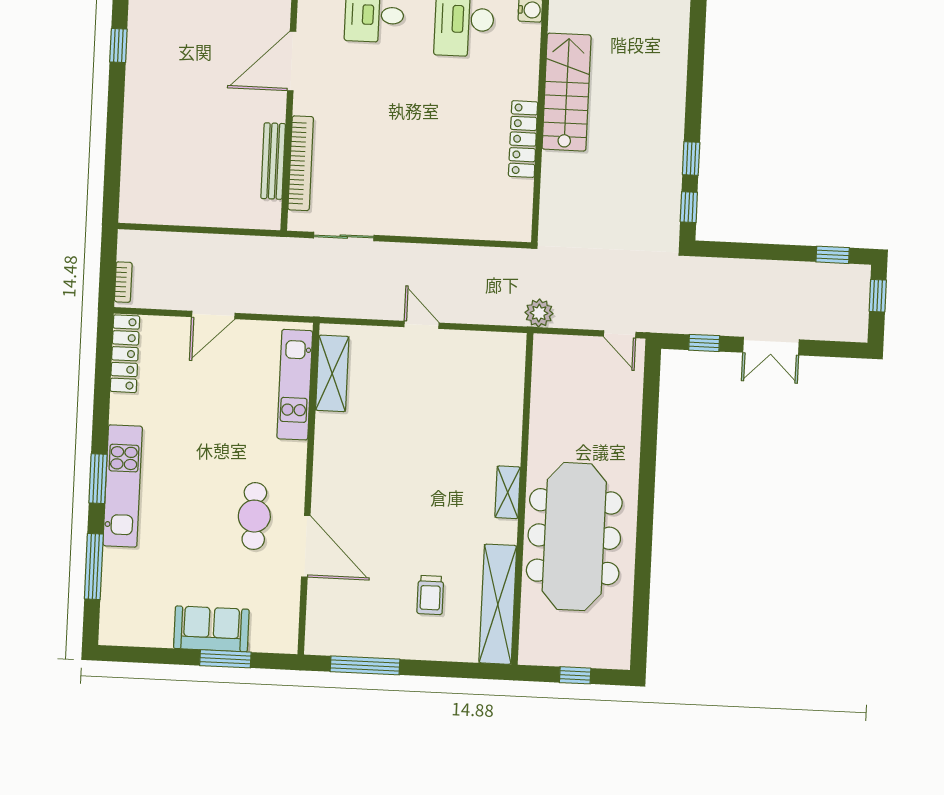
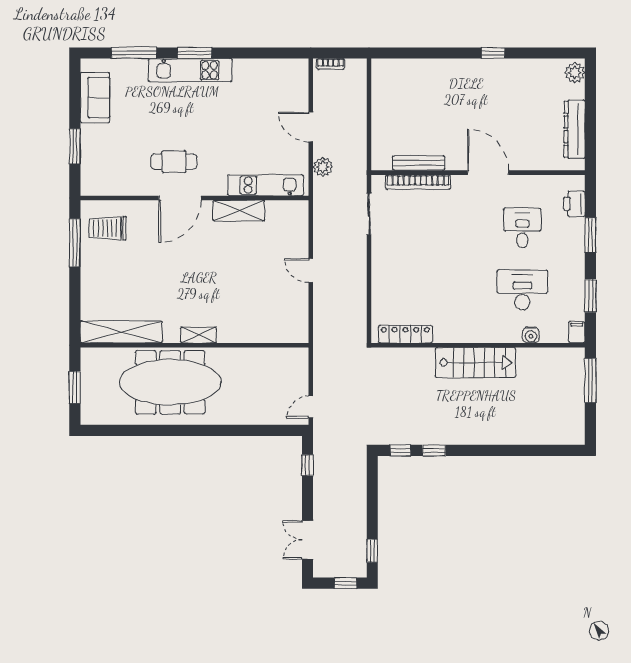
locker: (523, 139) -> (405, 334), moved
plant: (539, 313) -> (323, 167), moved
door: (422, 325) -> (311, 270), swing flipped
double door: (771, 346) -> (308, 540), moved
locker: (125, 354) -> (281, 67), removed
shelving: (332, 373) -> (239, 211), moved
door: (306, 546) -> (180, 198), moved
trolley: (430, 595) -> (108, 228), moved, width x1.36, depth x1.39
sofa: (211, 629) -> (95, 98), moved
window: (575, 675) -> (75, 387), width x1.50

